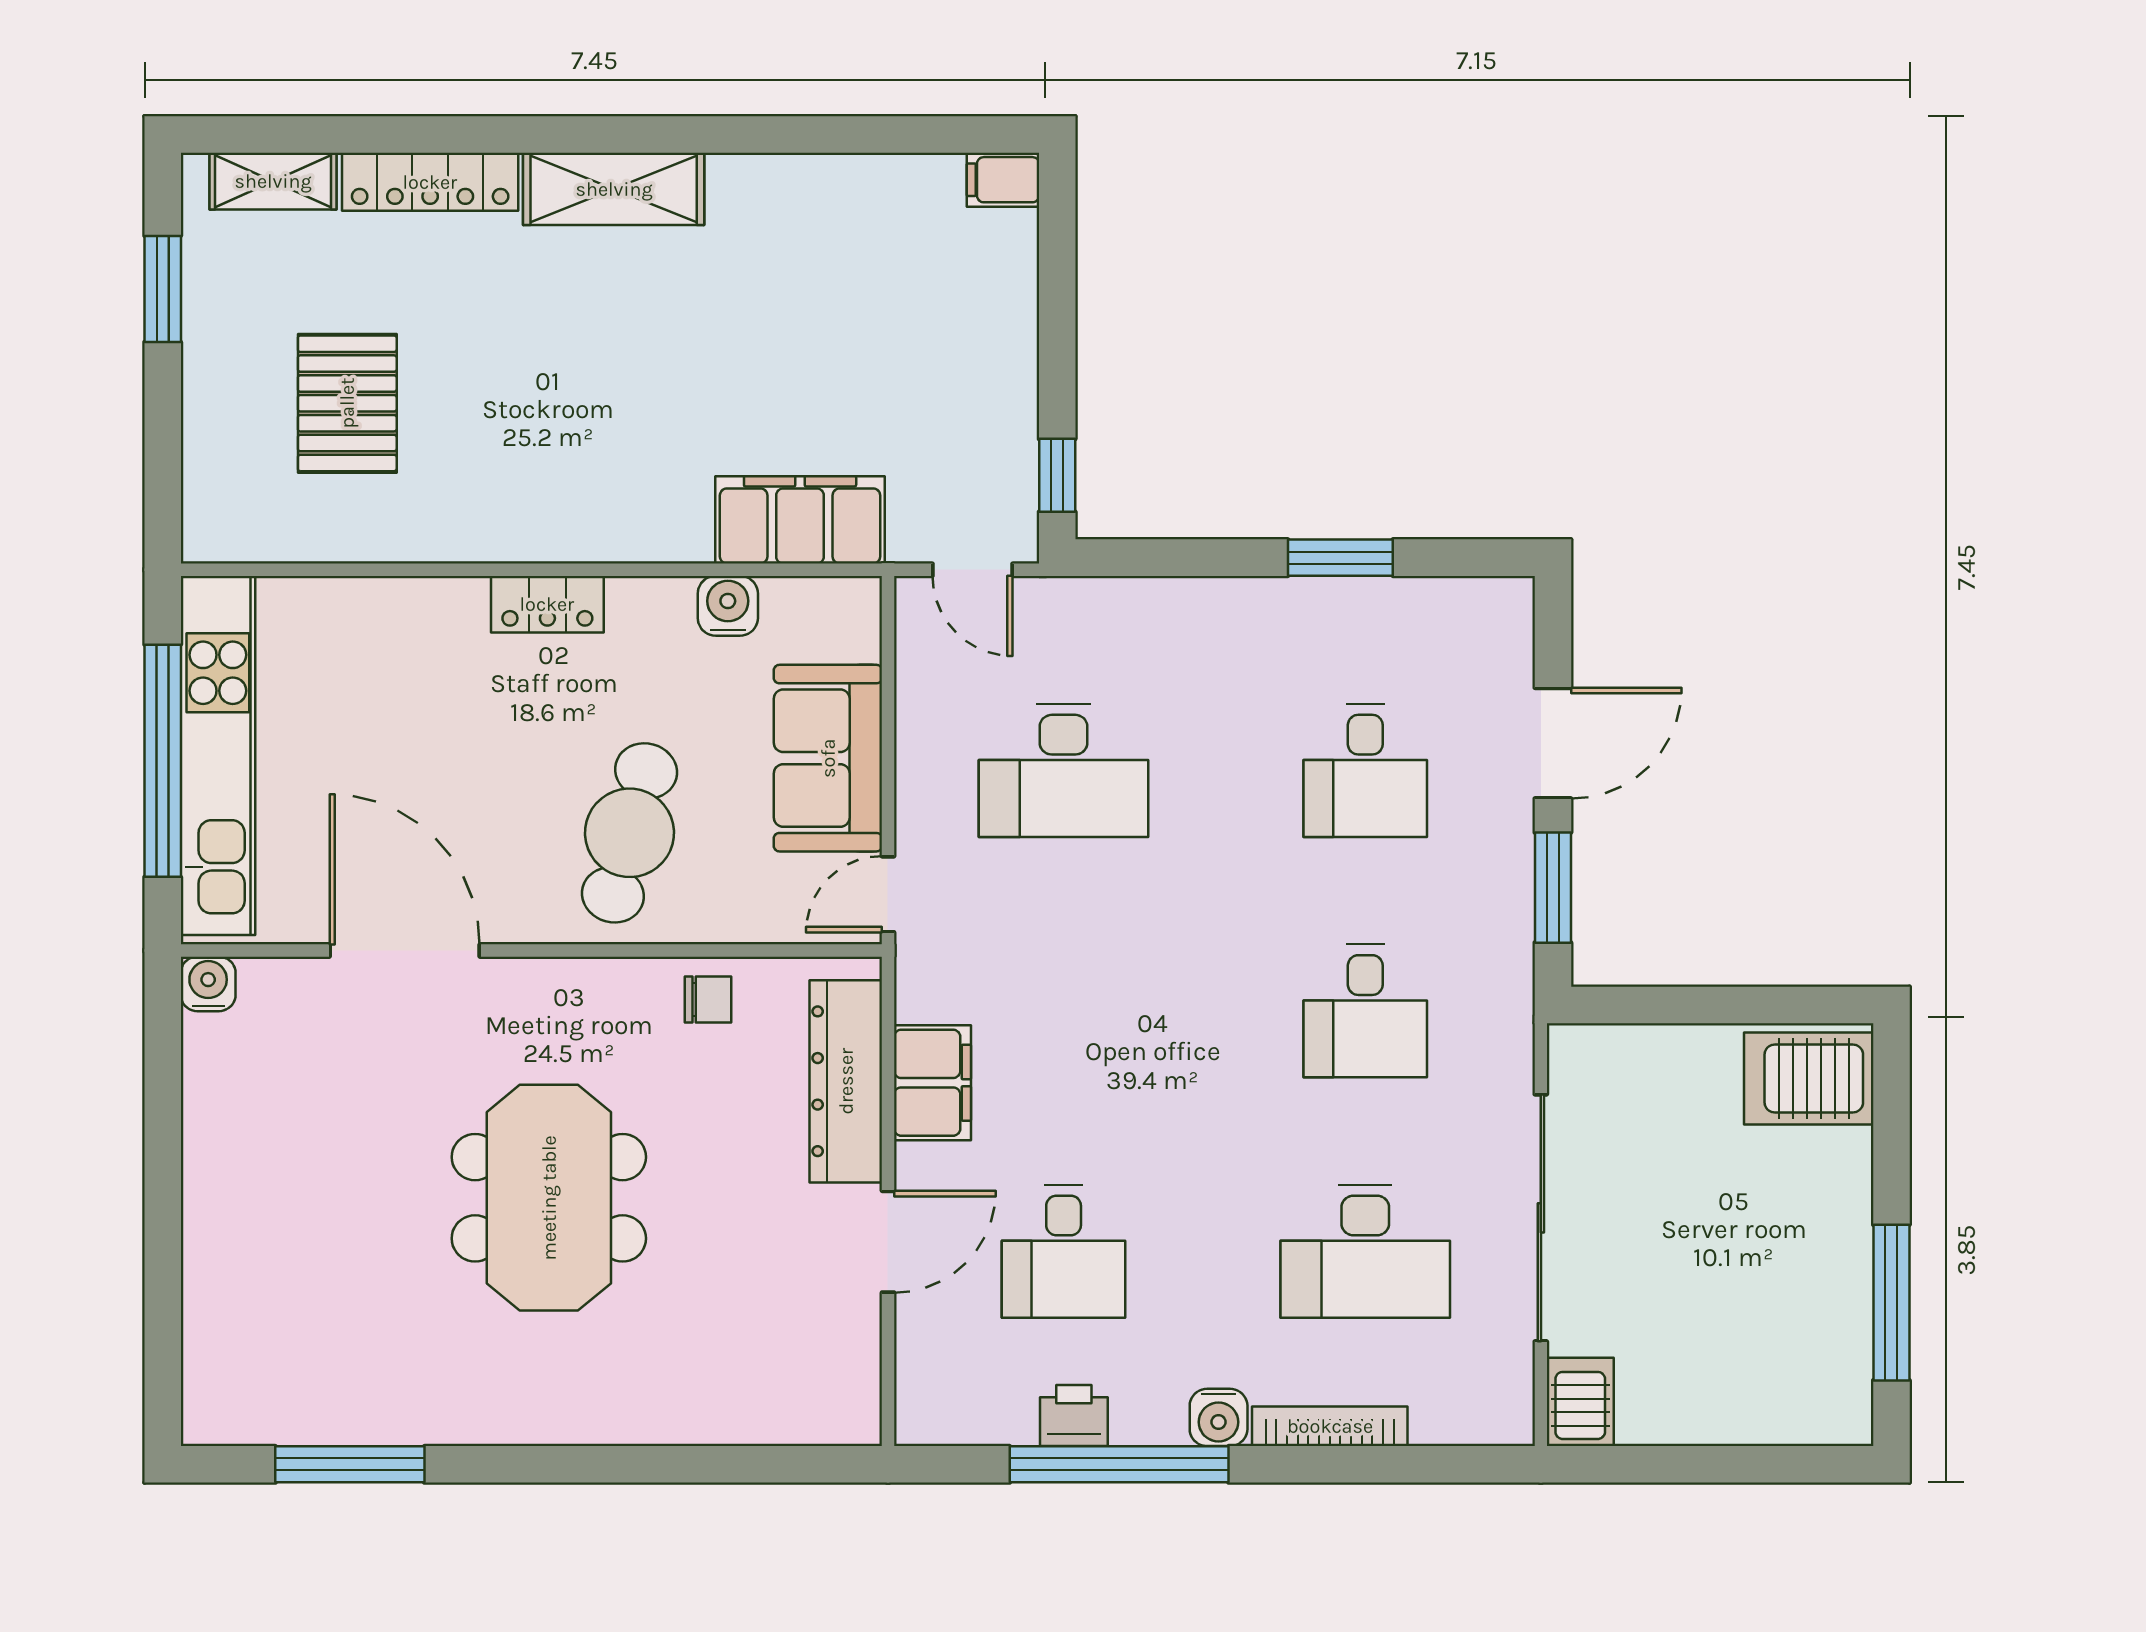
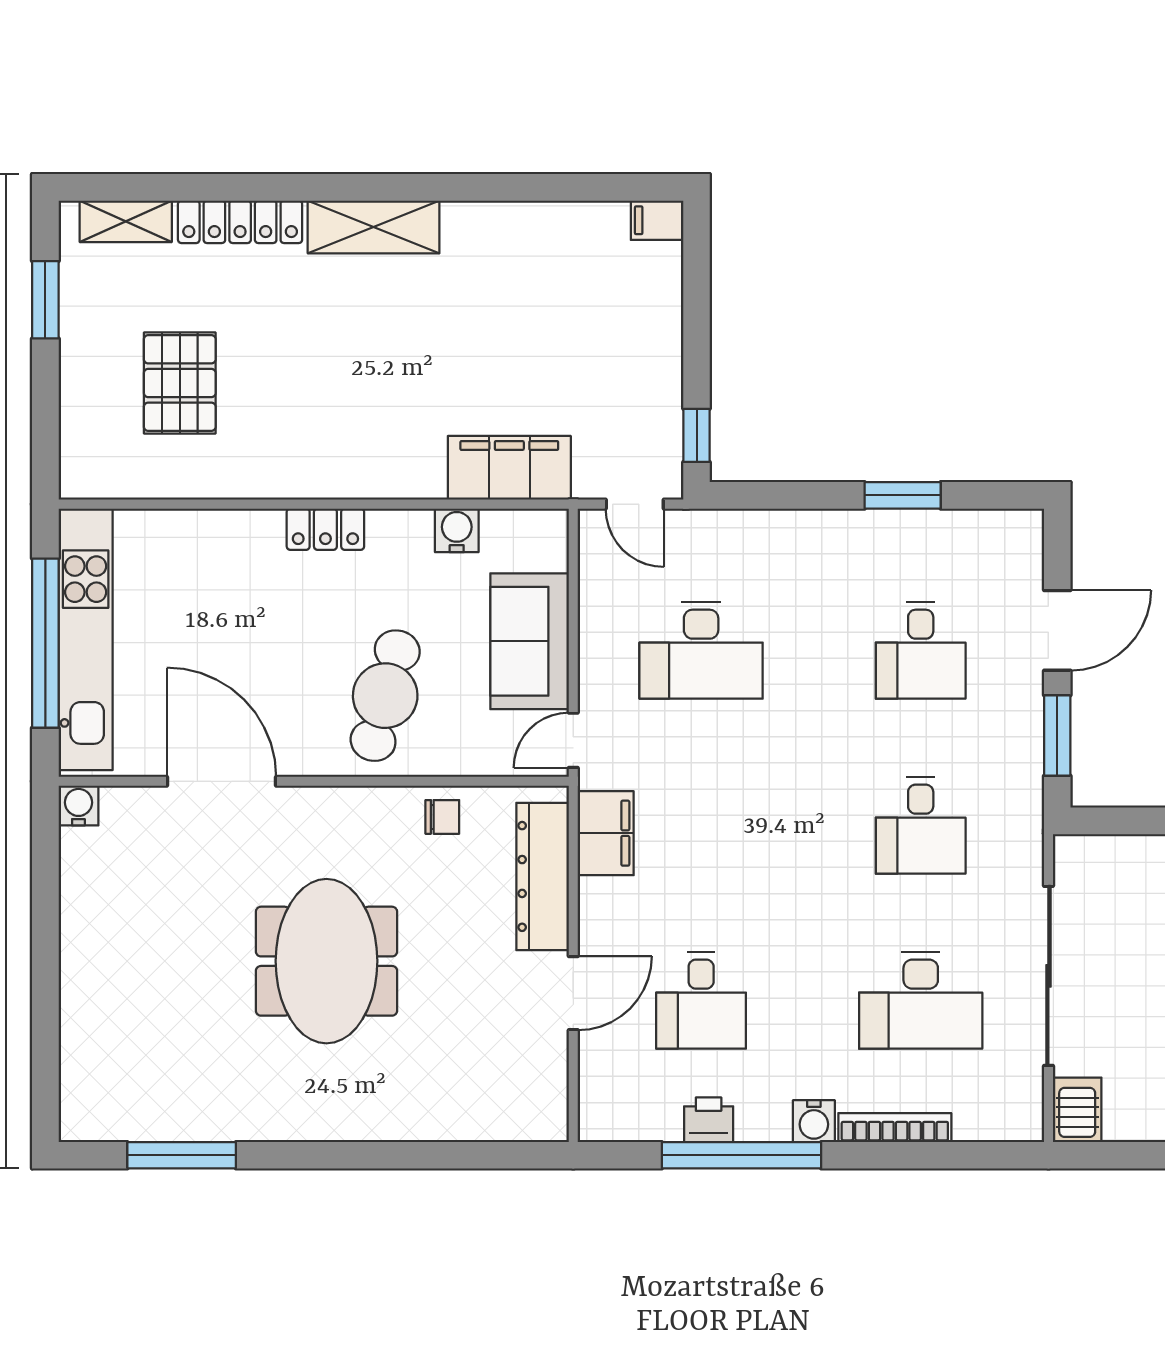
filing cabinet: (933, 1083) -> (606, 833), moved

